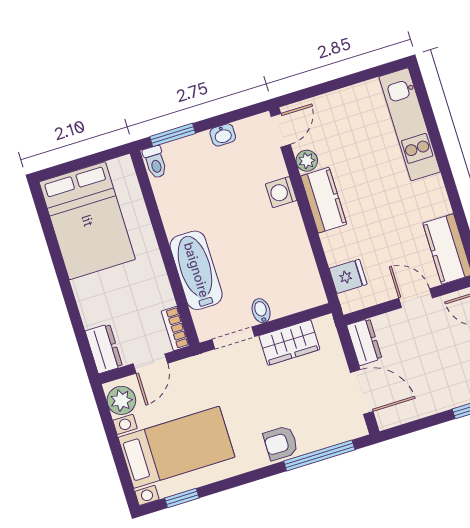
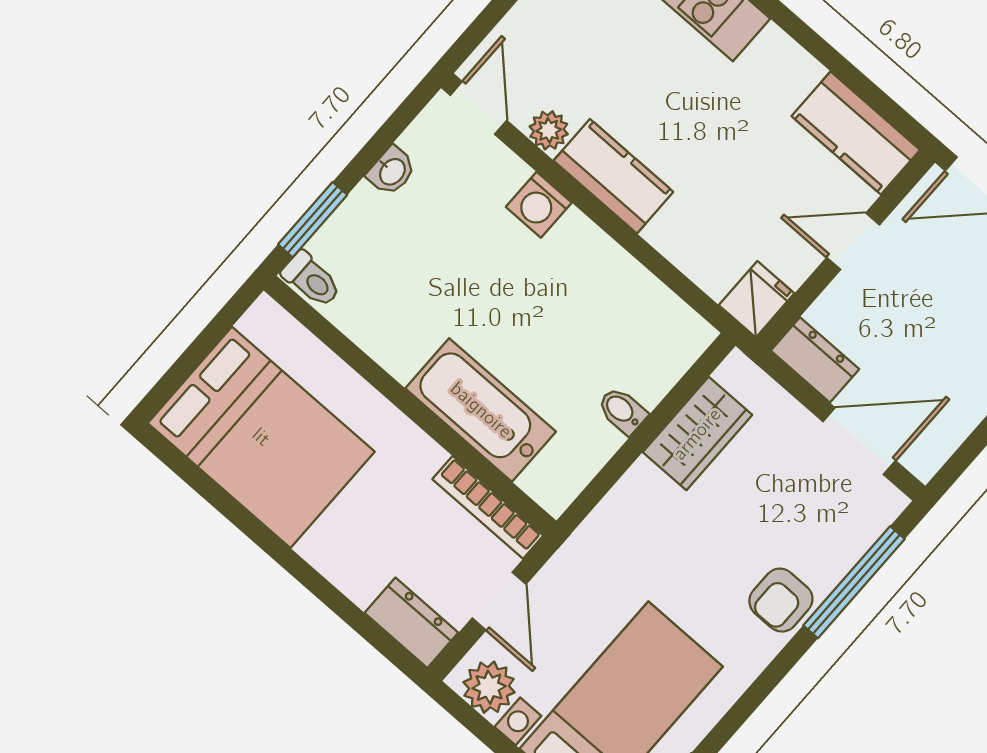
fridge: (348, 276) -> (757, 299), moved
bookcase: (175, 328) -> (488, 507), width x1.56
doorway: (233, 338) -> (605, 480), removed

